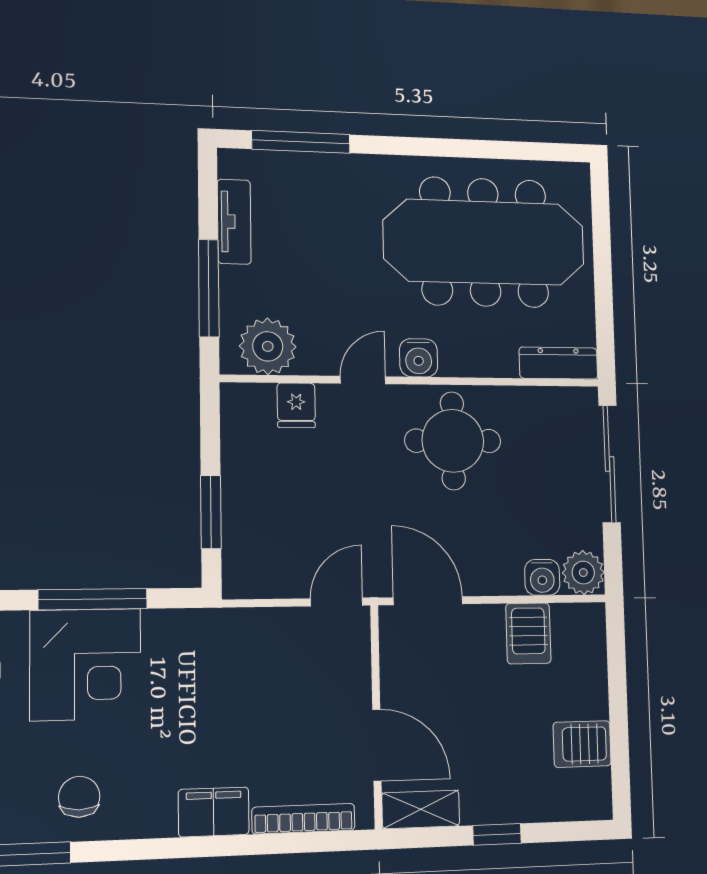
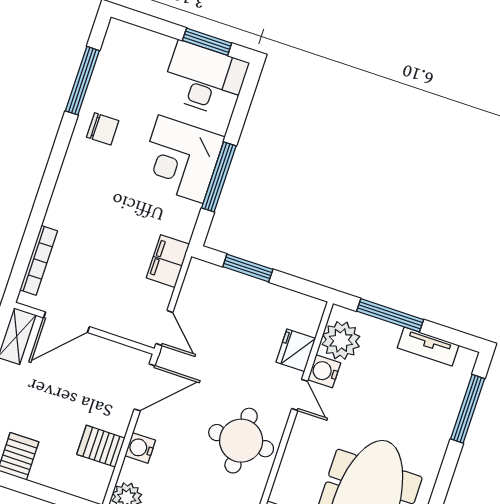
water cooler: (419, 358) -> (324, 371), moved
fridge: (296, 405) -> (296, 350), width x1.38
water cooler: (542, 577) -> (140, 448), moved
filing cabinet: (214, 812) -> (168, 261), moved, turned 180

